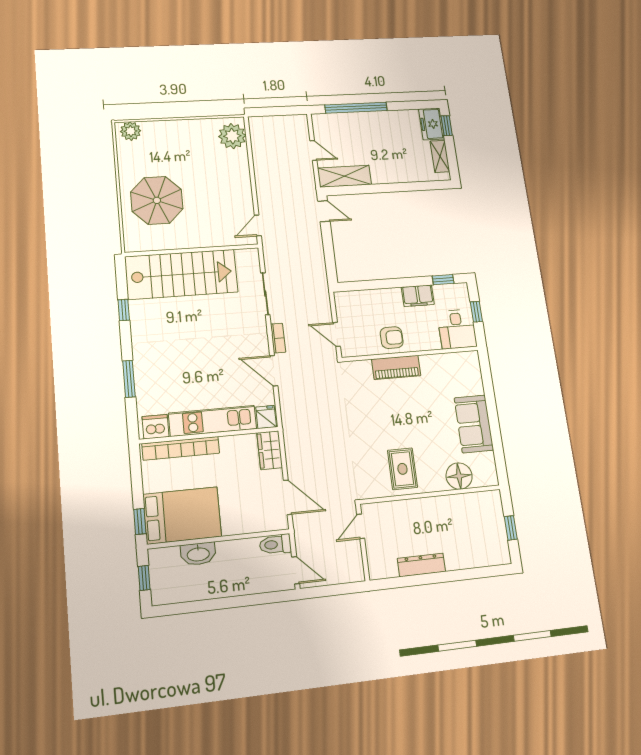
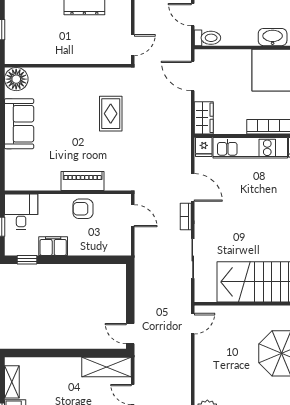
rug: (402, 469) -> (111, 114), moved
floor lamp: (459, 476) -> (16, 79), moved

